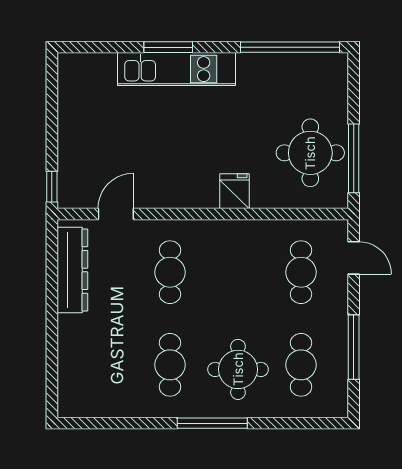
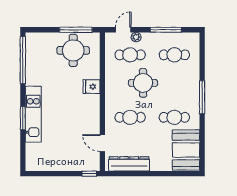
plant: (338, 285) -> (136, 37), added
round table: (238, 369) -> (143, 83), moved
booth: (101, 389) -> (186, 150), added

